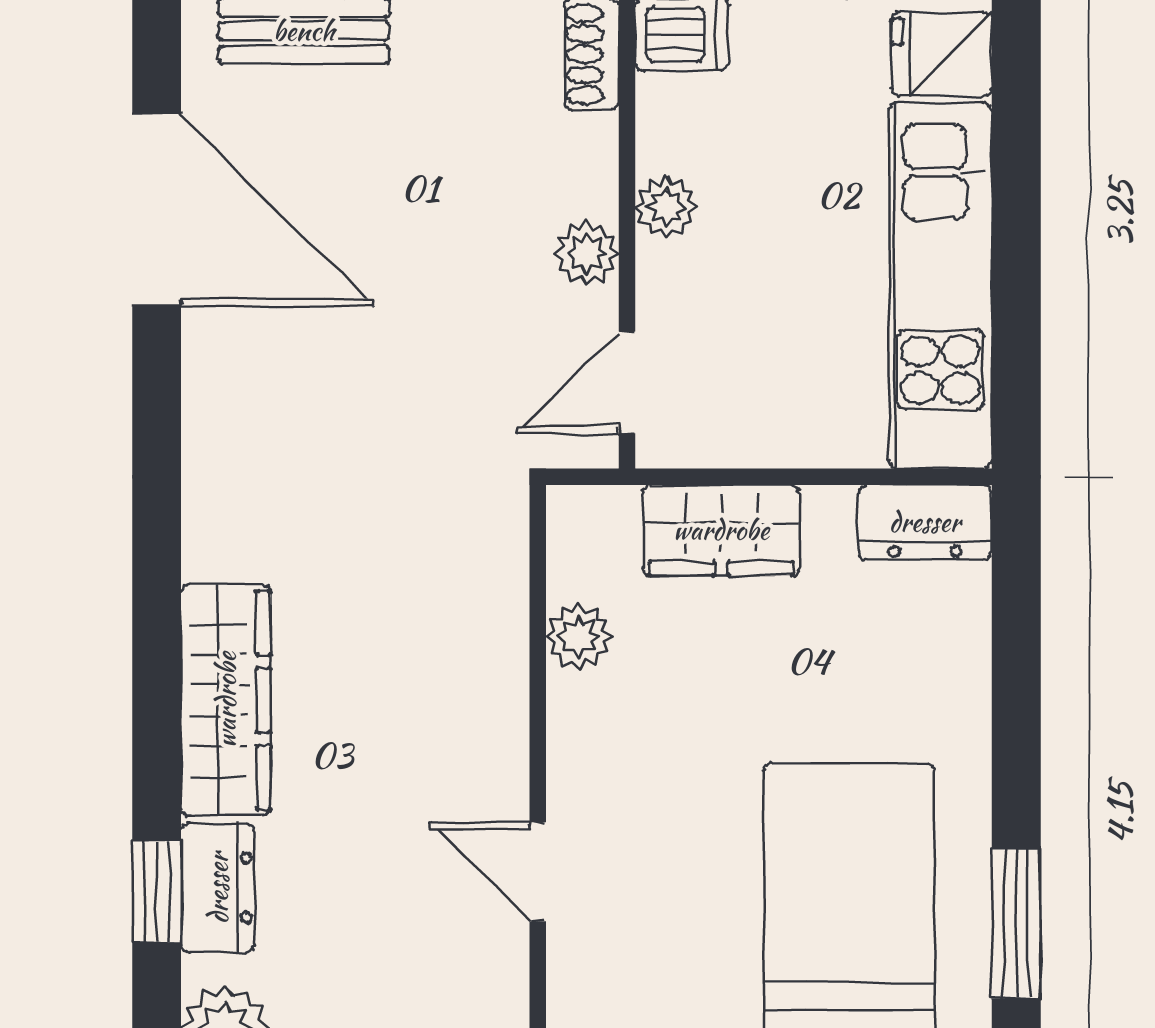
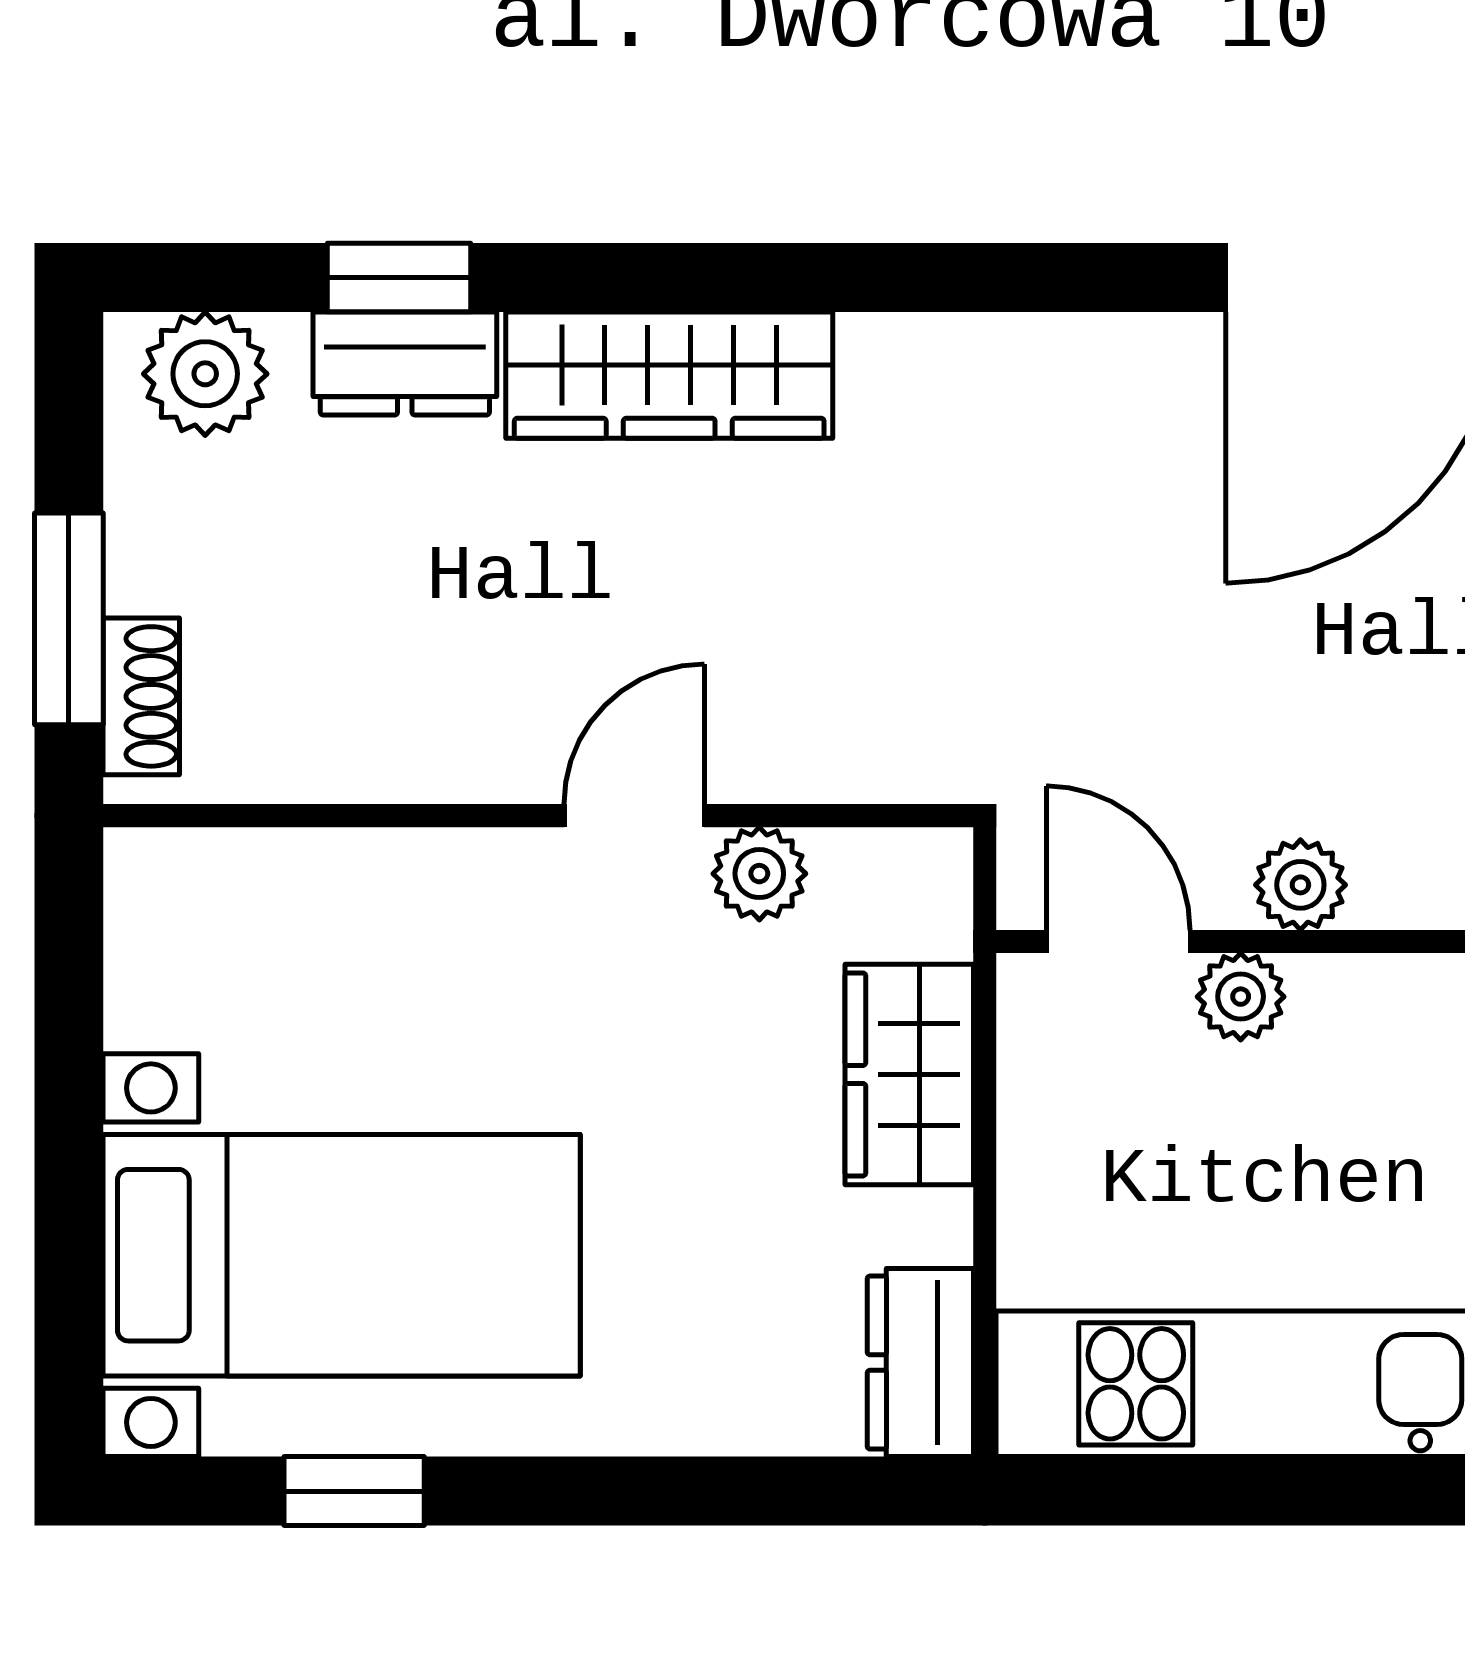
plant: (666, 207) -> (1241, 997), moved
door: (538, 872) -> (634, 816), moved
window: (1016, 923) -> (354, 1491), width x0.67

